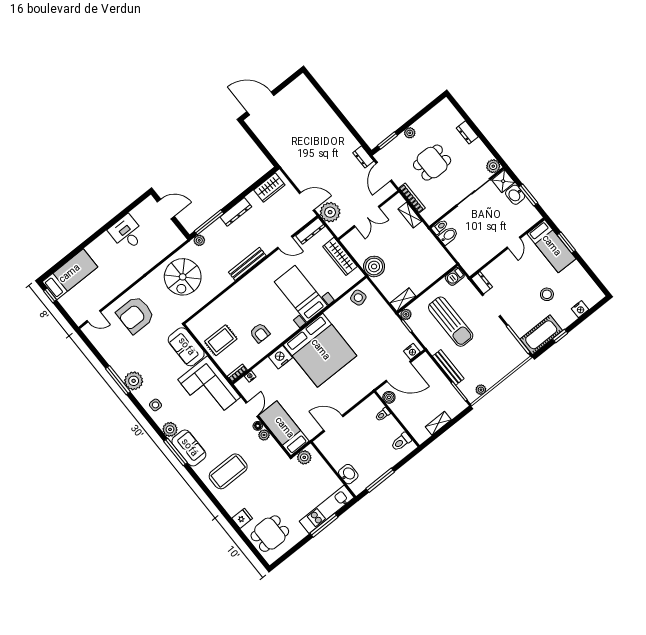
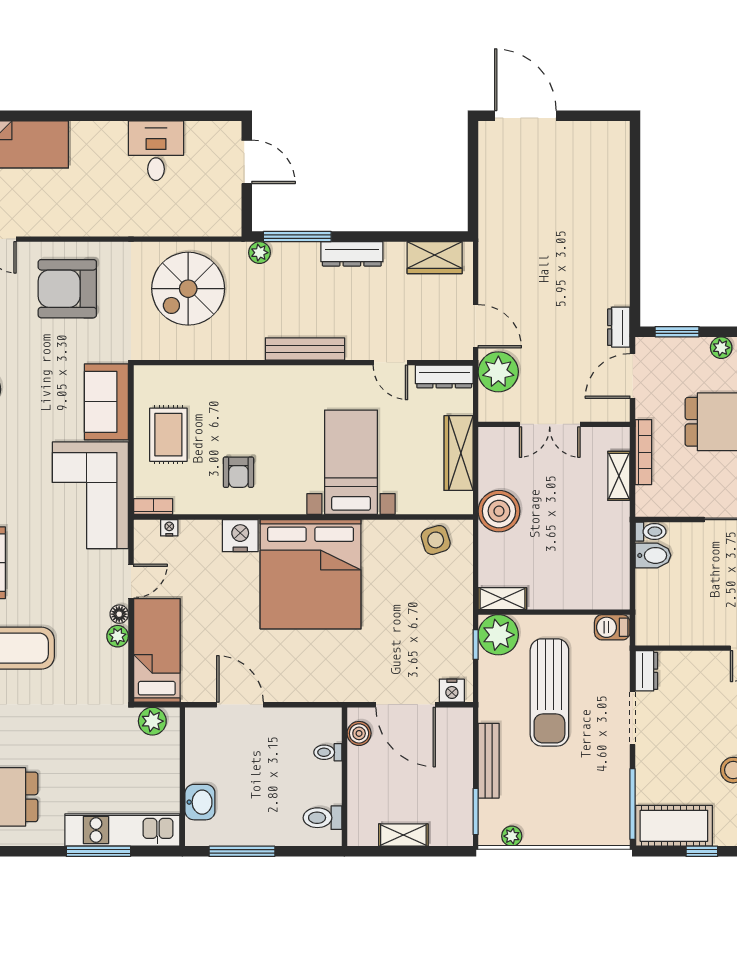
plant: (406, 314) -> (498, 635), width x1.87, depth x1.87
rug: (221, 340) -> (168, 435), turned 90

